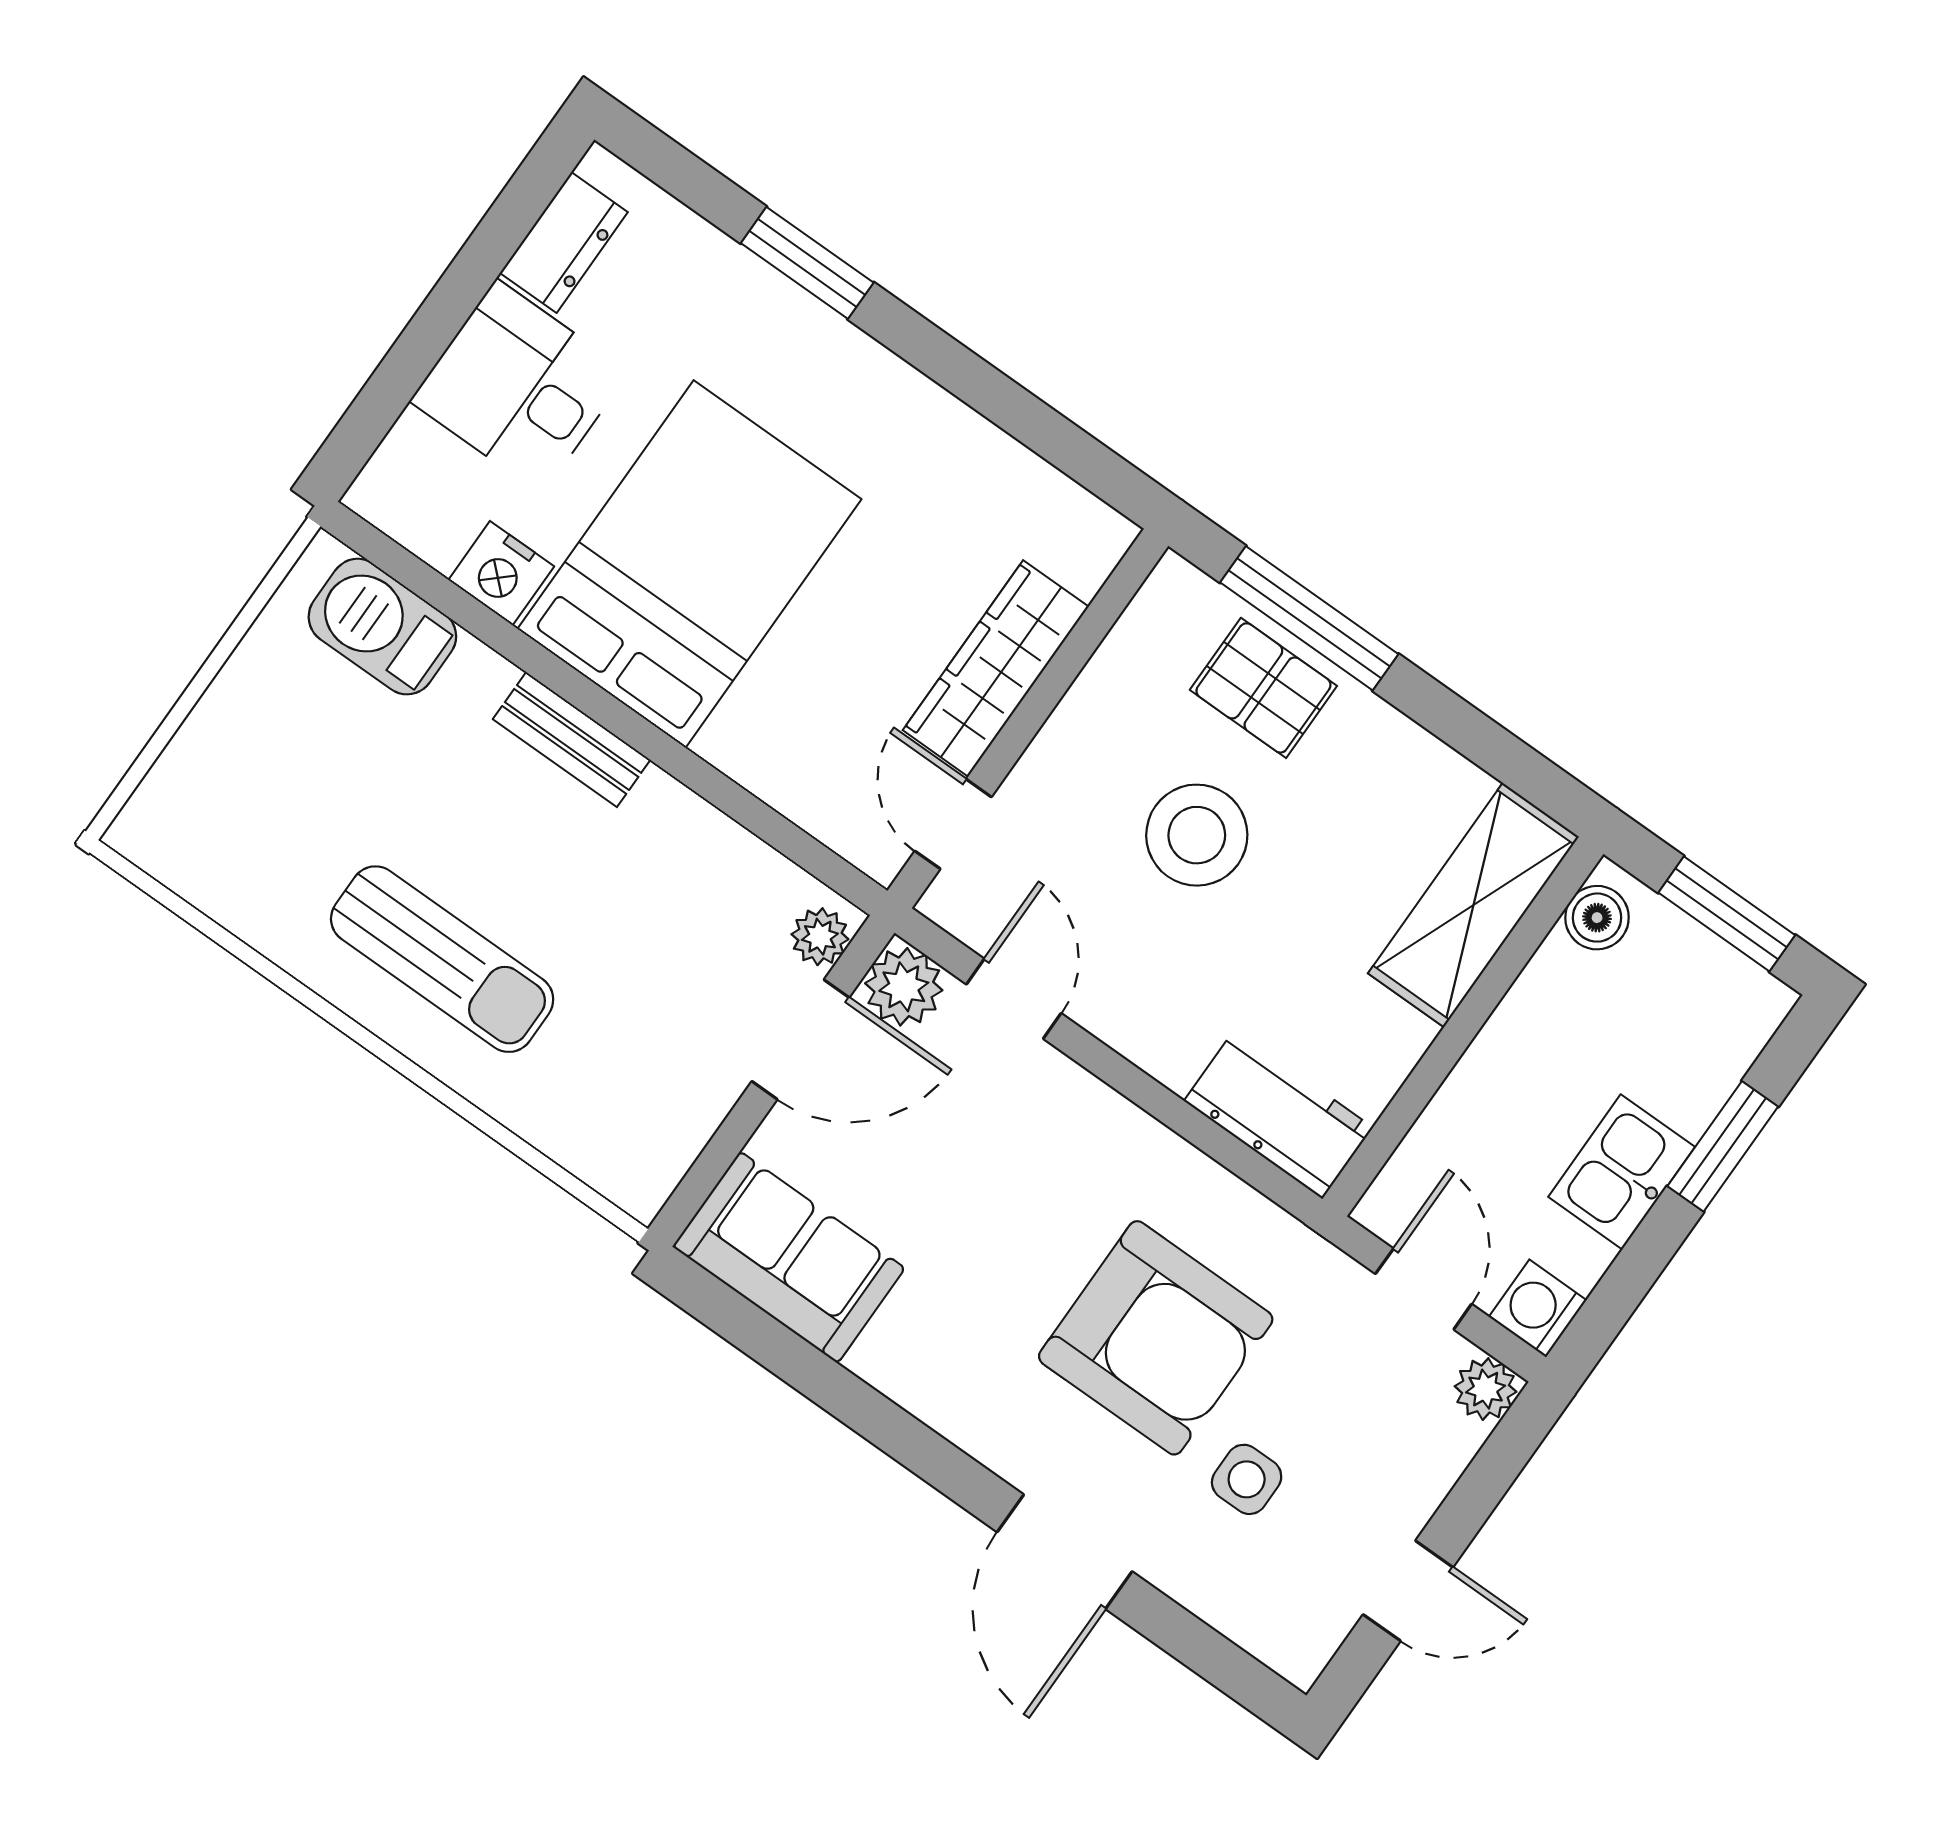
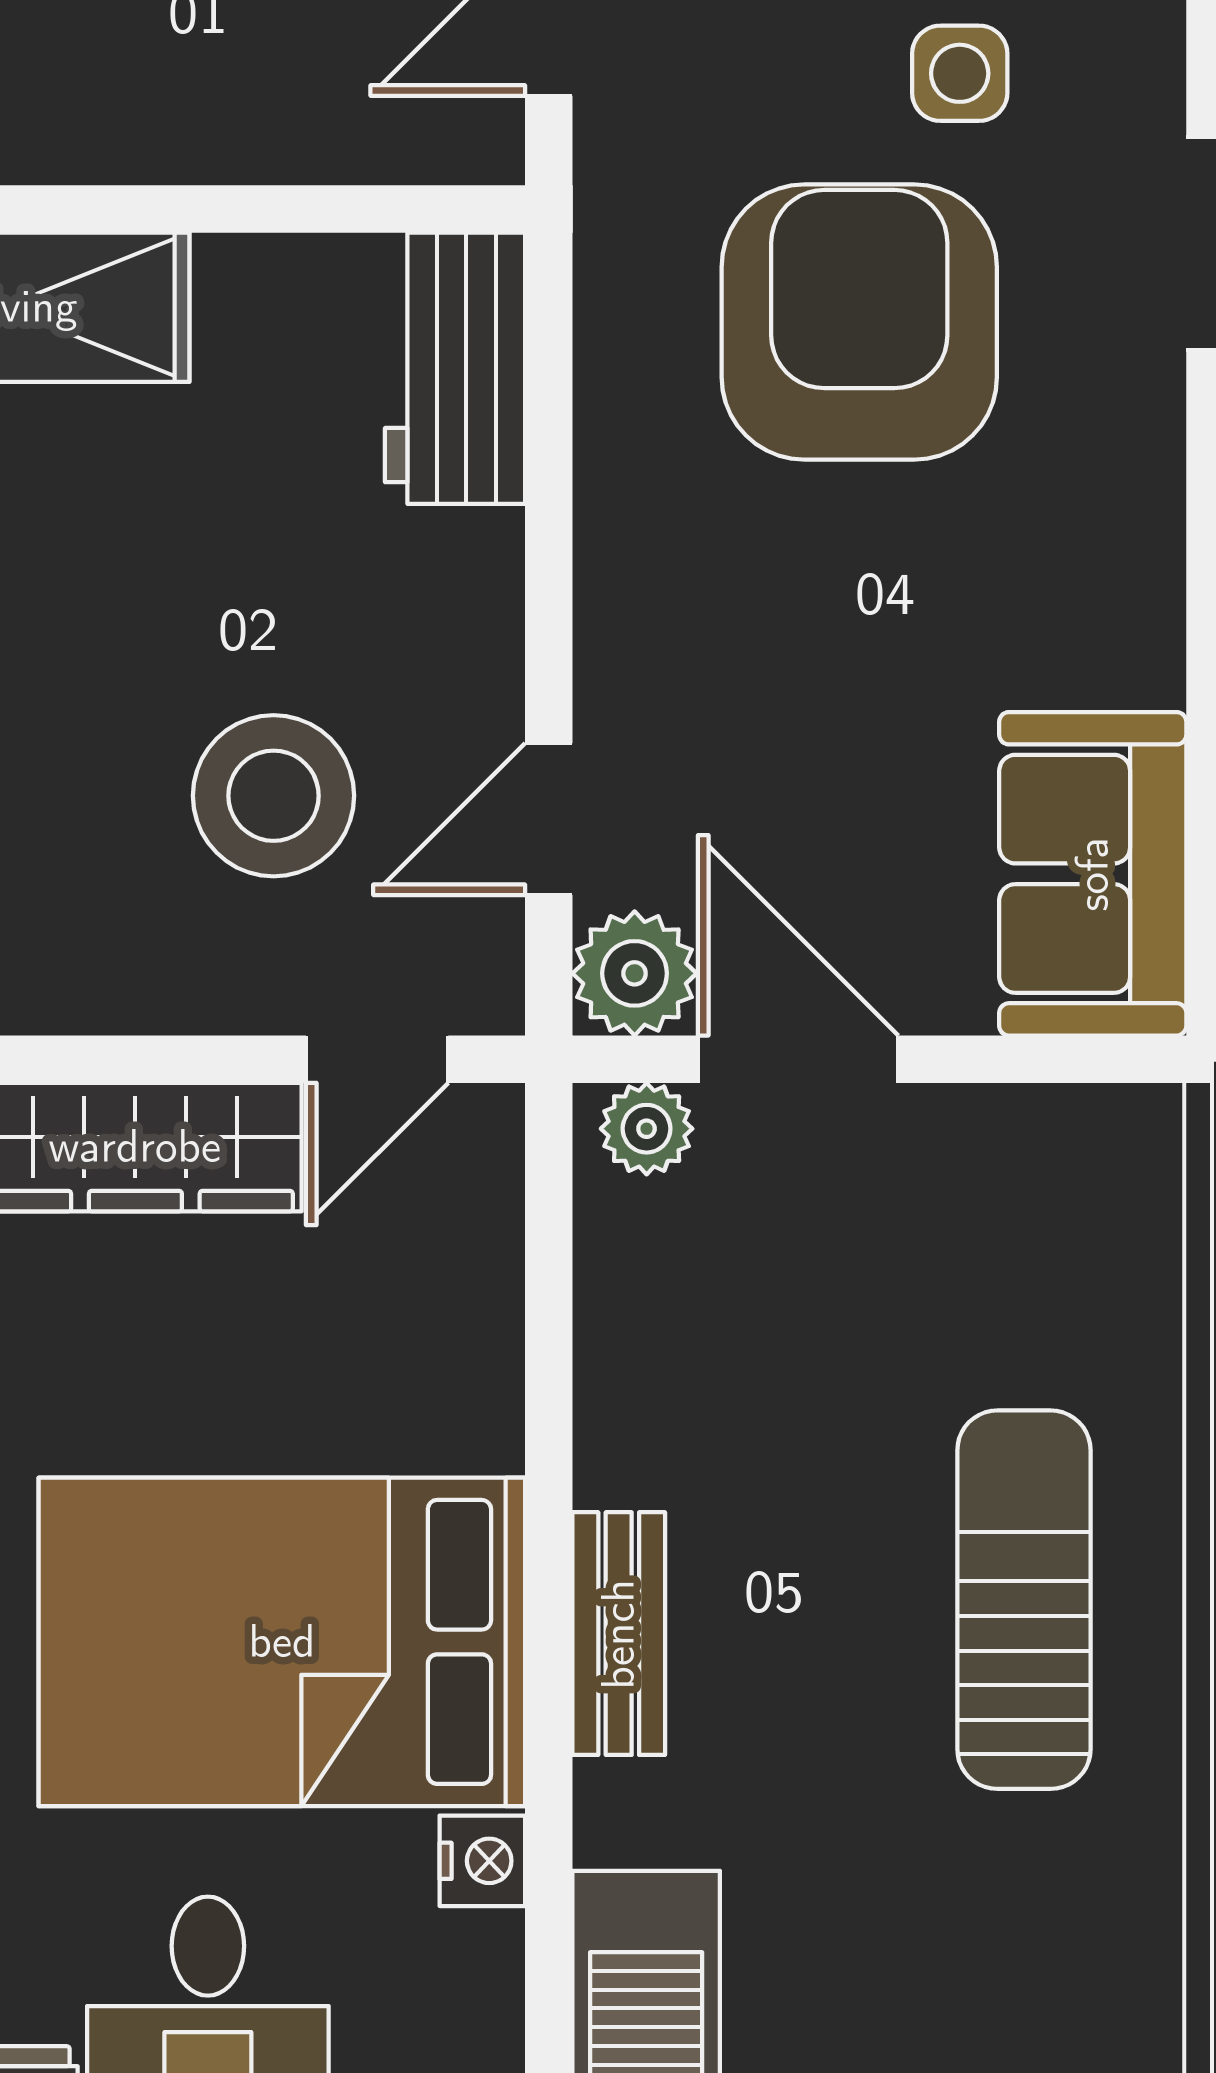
nightstand: (501, 573) -> (482, 1861), width x0.72, depth x0.74
stool: (1197, 835) -> (274, 796), moved

